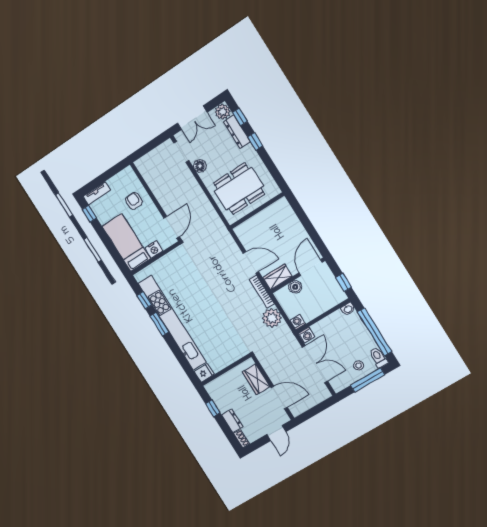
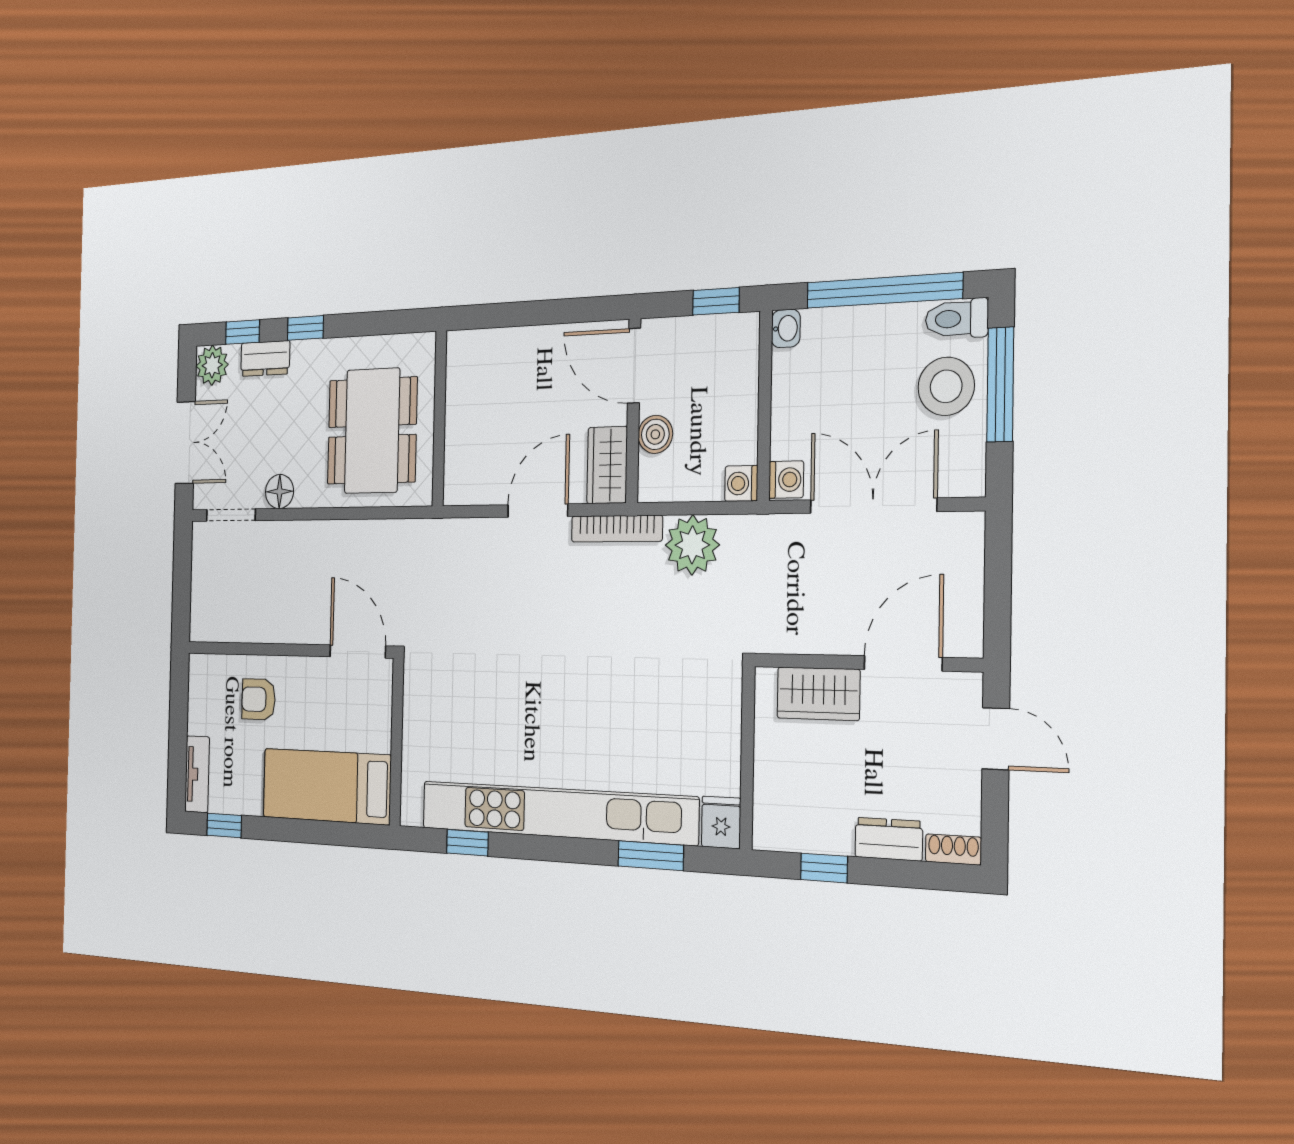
dresser: (237, 132) -> (265, 358), width x0.70
nightstand: (154, 249) -> (377, 731), removed
window: (159, 324) -> (651, 856), moved
stool: (359, 365) -> (946, 386), width x1.89, depth x1.89

